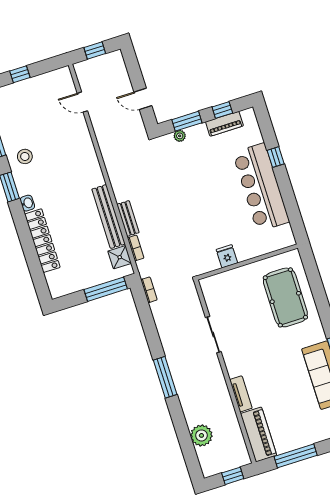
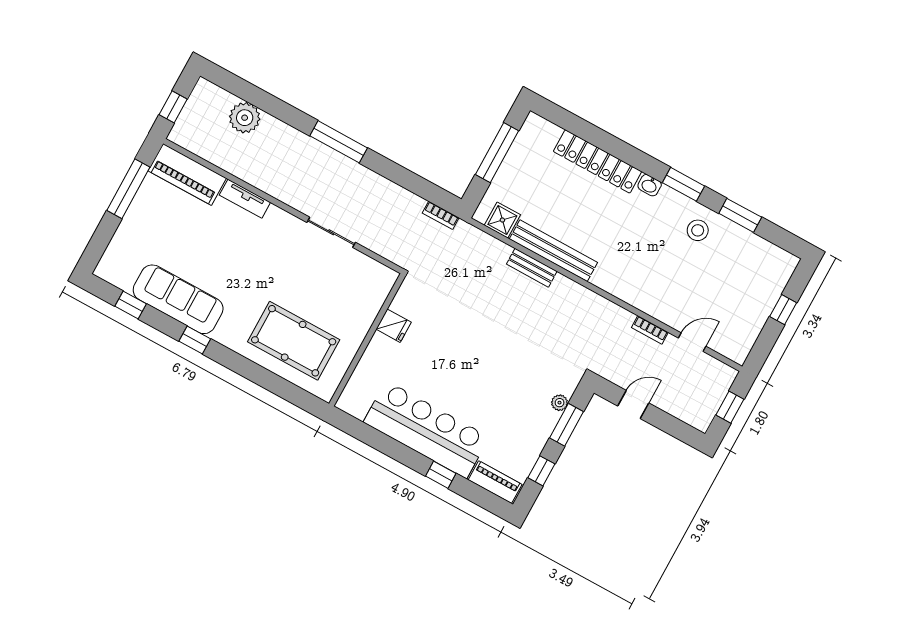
piano: (224, 124) -> (495, 482), moved, turned 90
bookcase: (136, 248) -> (650, 330), moved
window: (106, 289) -> (497, 153), moved

